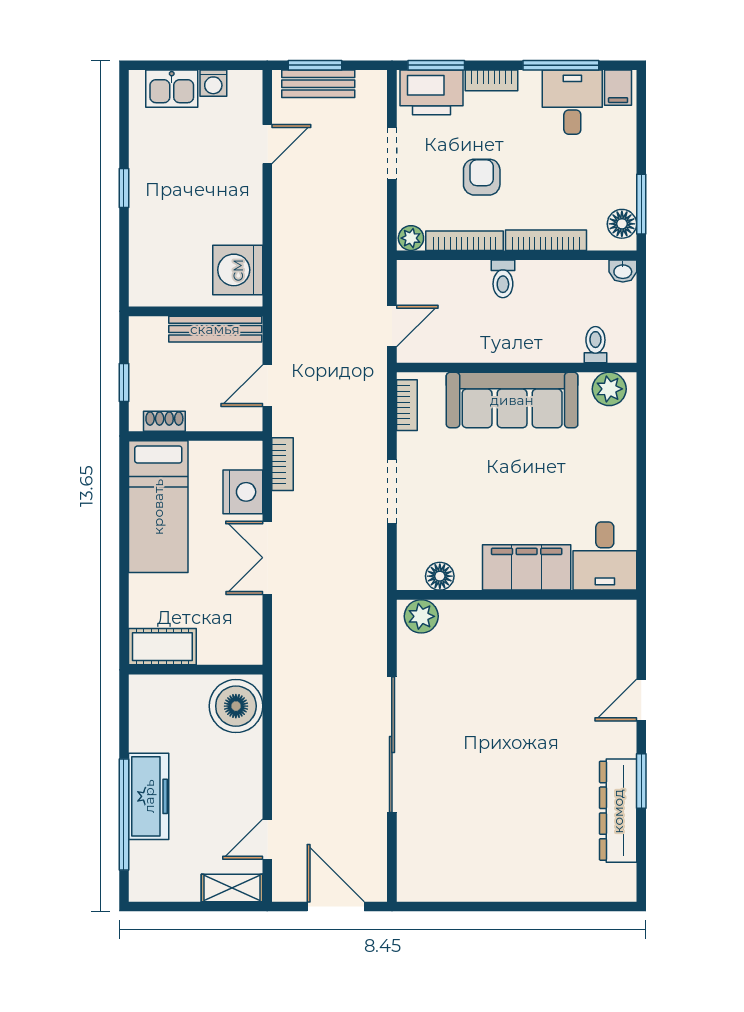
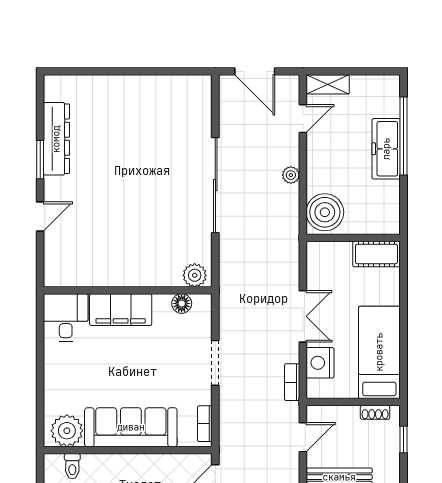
plant: (609, 389) -> (67, 431), width x1.36, depth x1.36
plant: (284, 759) -> (291, 175), added

